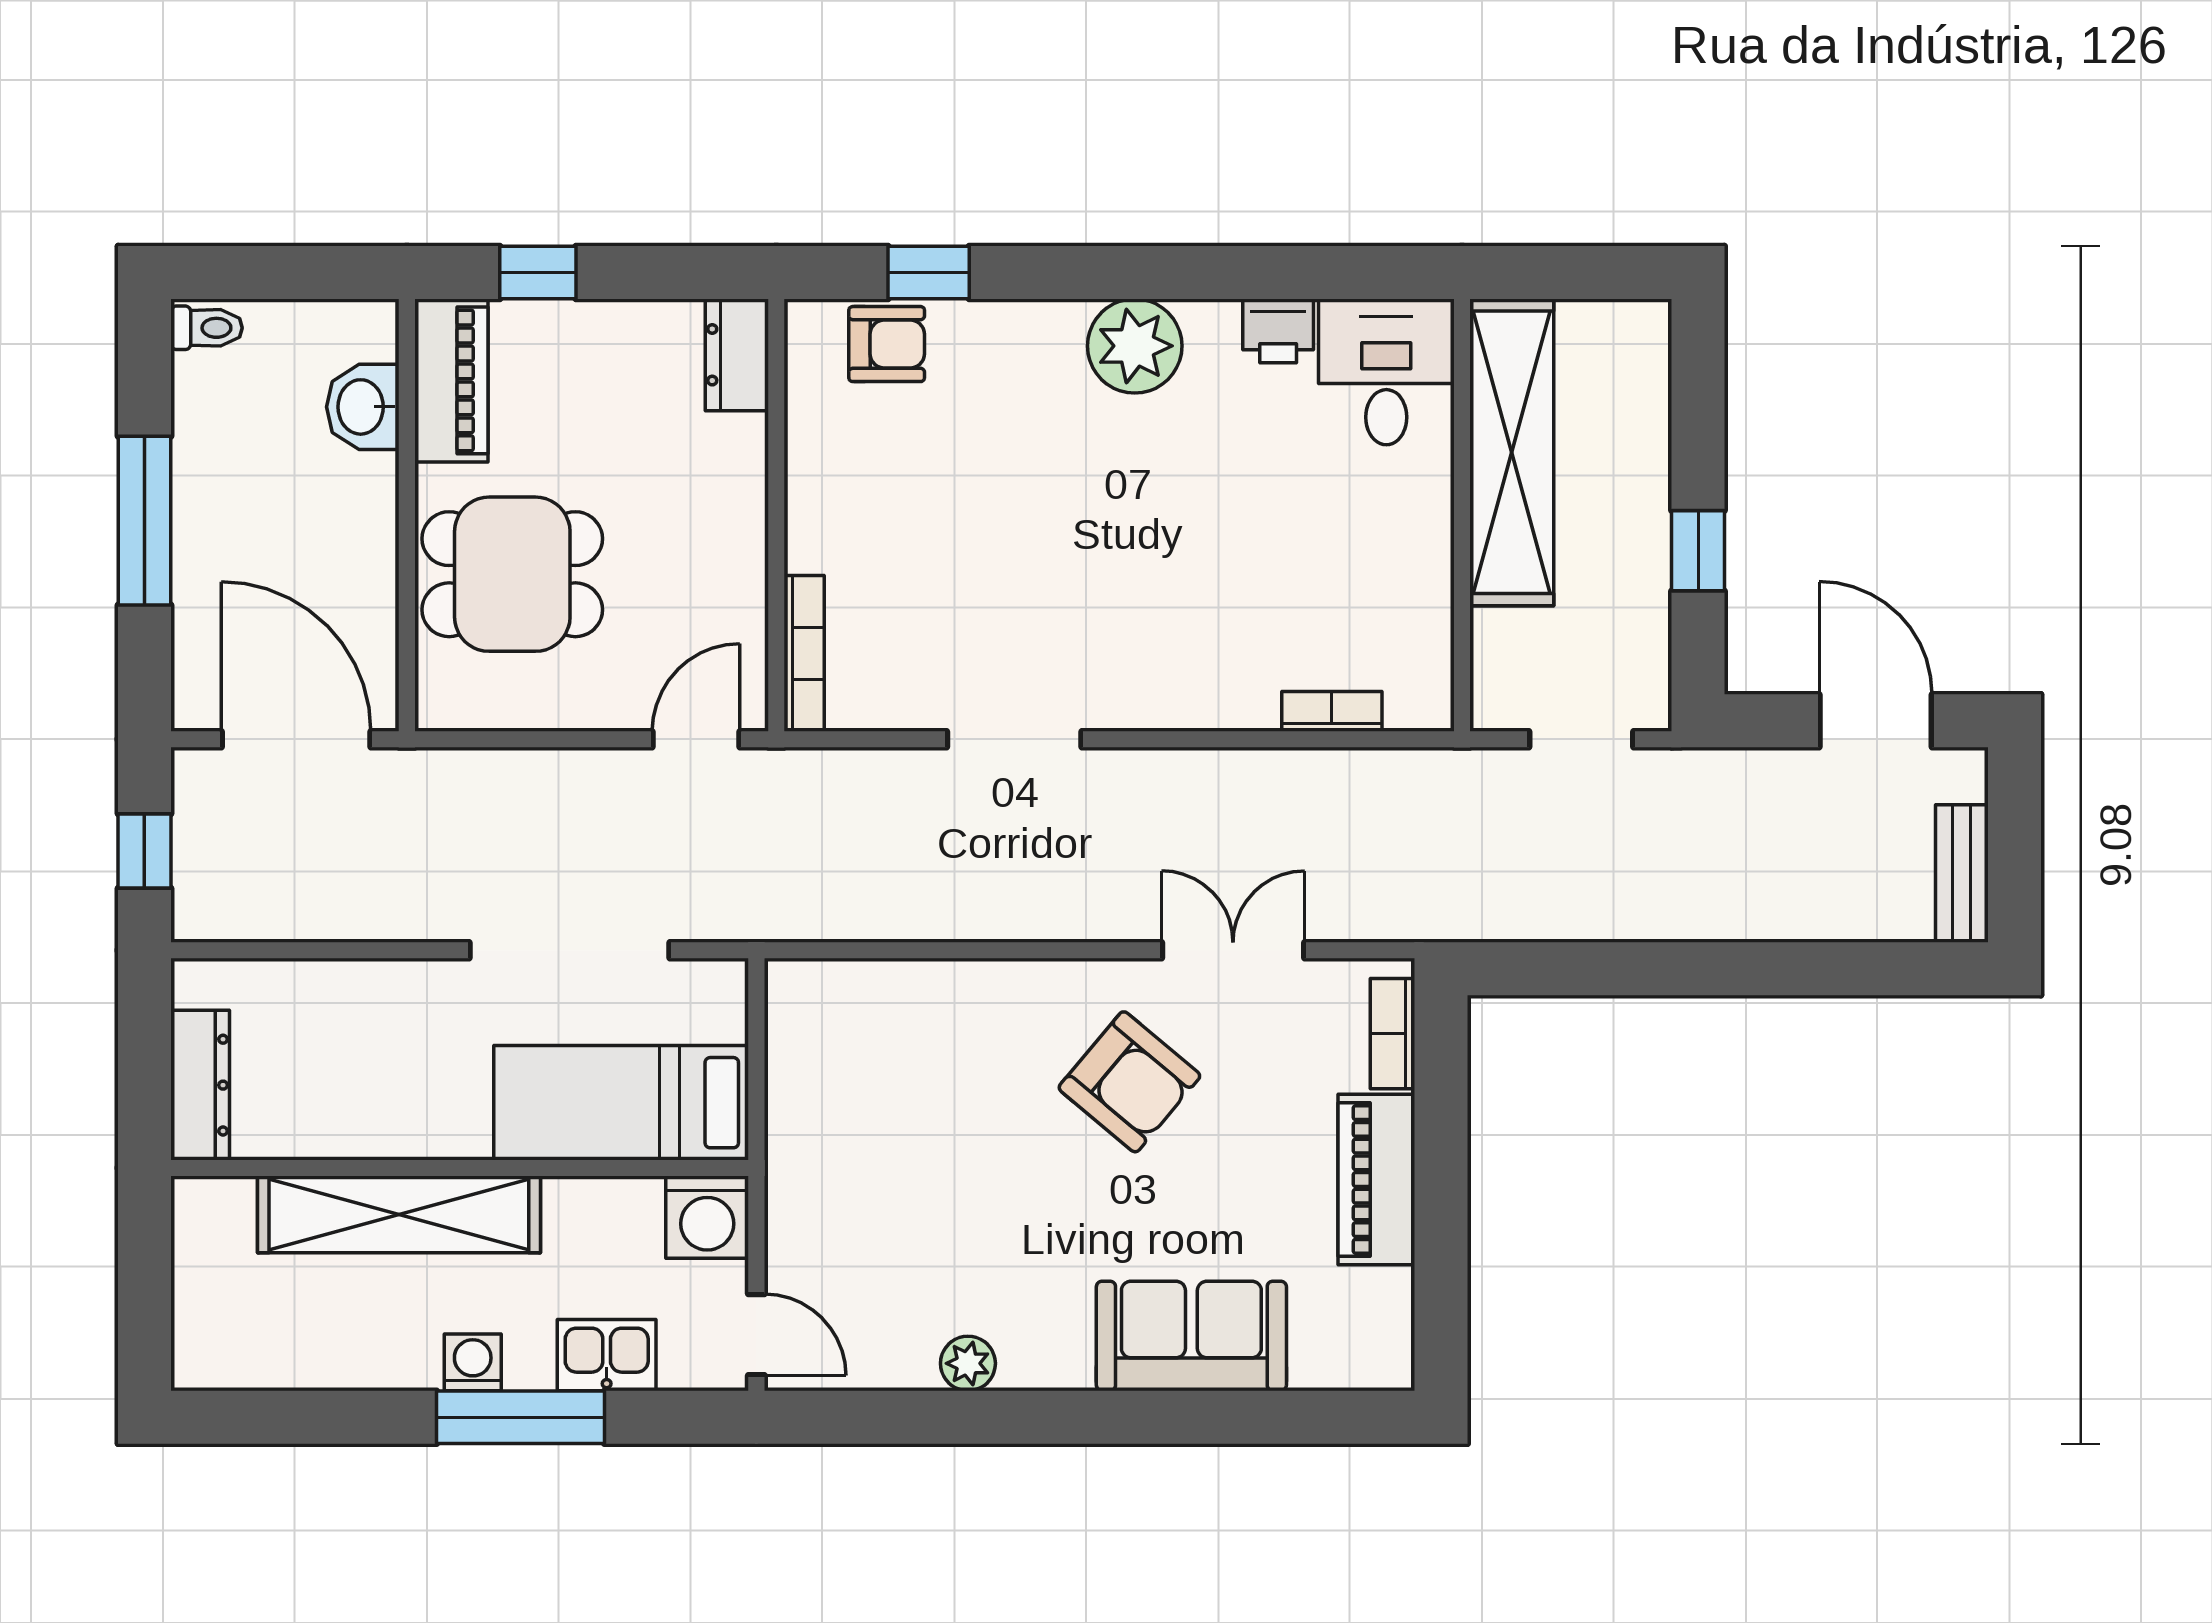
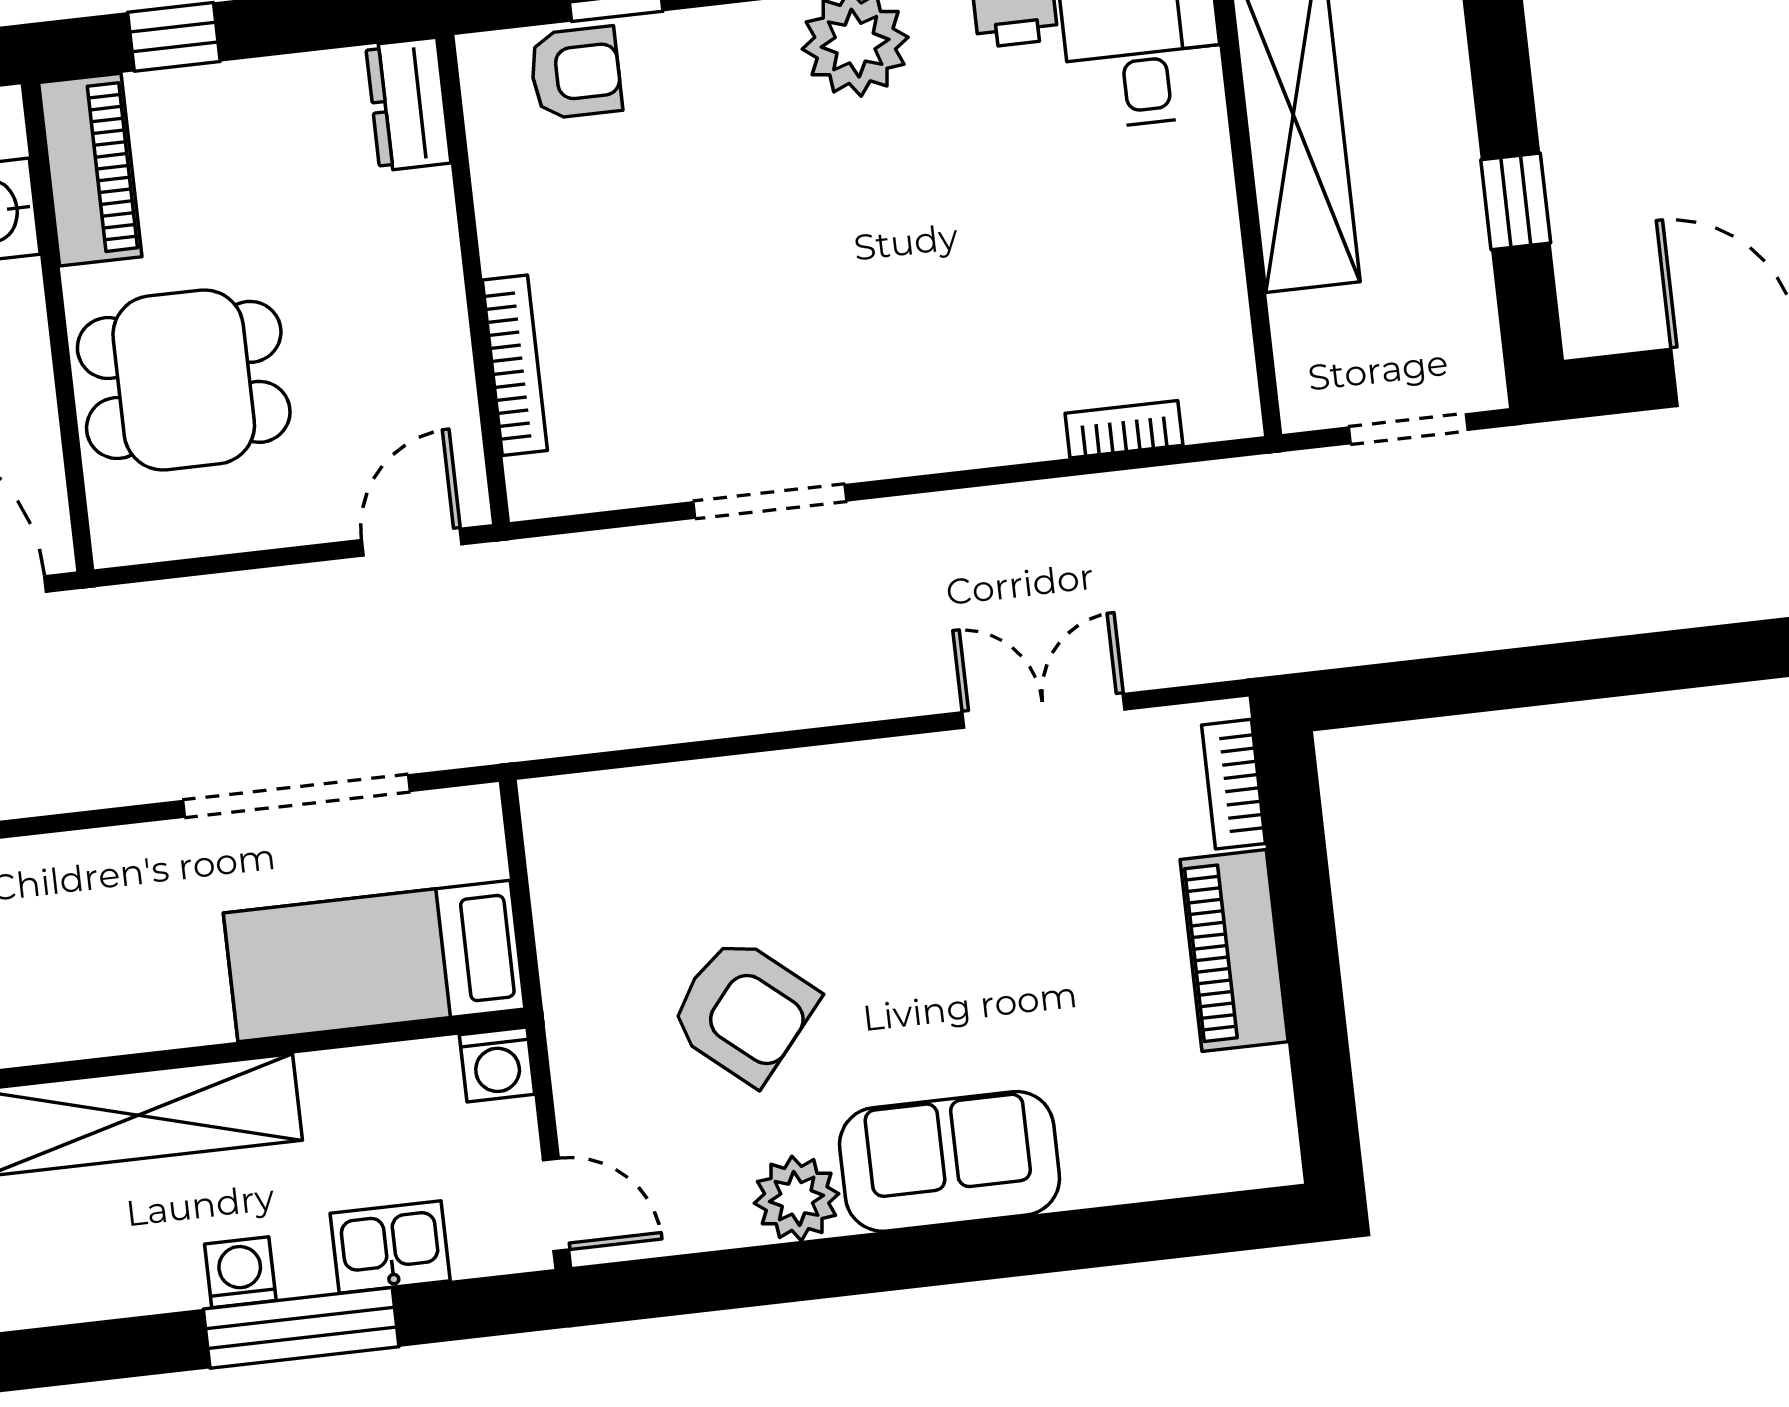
bookcase: (804, 653) -> (515, 365), moved
armchair: (1129, 1082) -> (743, 1011), moved
washing machine: (707, 1217) -> (497, 1064), width x0.73, depth x0.73
sofa: (1191, 1336) -> (950, 1161), moved
plant: (968, 1363) -> (797, 1198), width x1.38, depth x1.38

